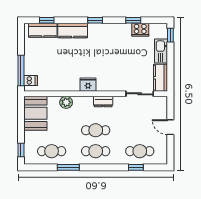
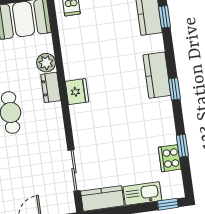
kitchen counter: (73, 31) -> (157, 75), moved
dresser: (103, 102) -> (51, 87), moved

